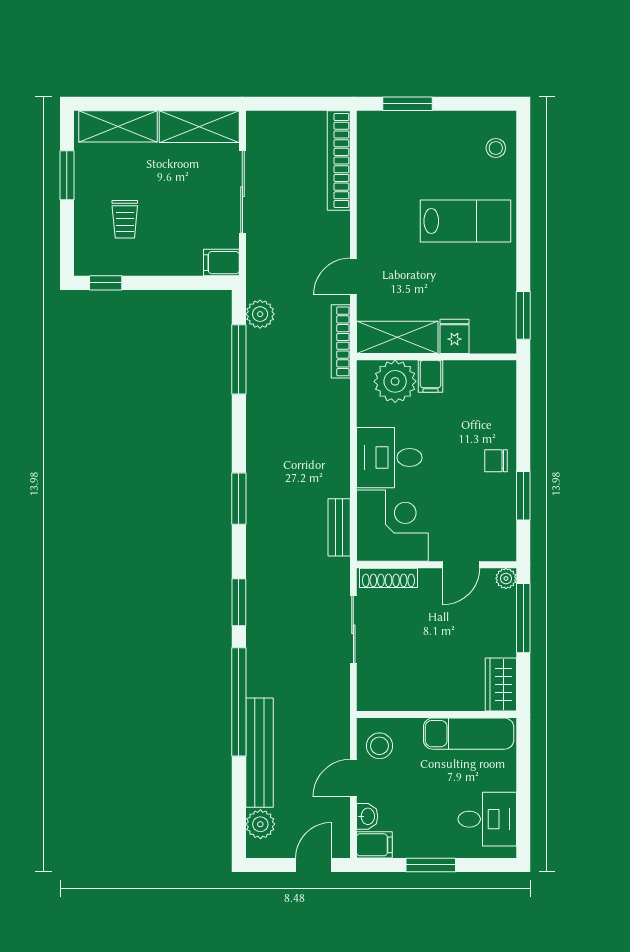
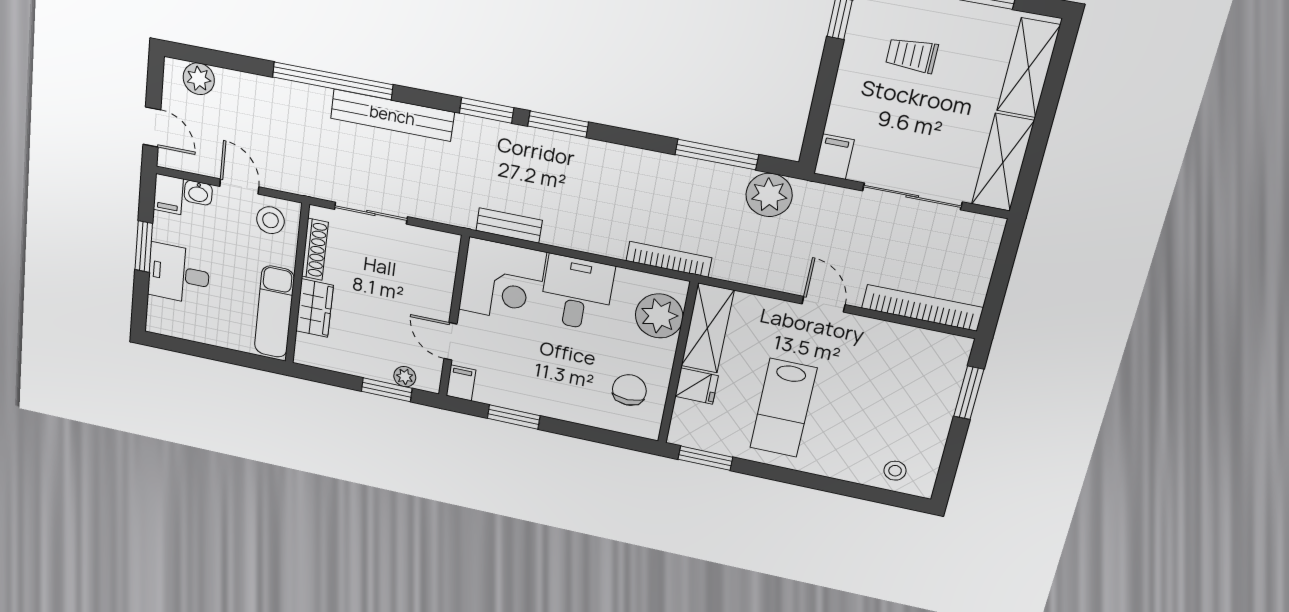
lab bench: (466, 221) -> (783, 408), moved
door: (353, 276) -> (824, 304), moved
plant: (260, 314) -> (769, 195), width x1.36, depth x1.36
bookcase: (341, 341) -> (669, 259), moved
filing cabinet: (431, 376) -> (461, 383), moved, turned 90
chair: (496, 461) -> (629, 390), moved, width x1.37, depth x1.37
shoe rack: (388, 578) -> (315, 249), moved, turned 180
plant: (506, 578) -> (405, 377), moved
window: (239, 602) -> (487, 110), moved
window: (523, 618) -> (387, 390), width x0.69
sliding door: (353, 629) -> (371, 213), moved
wardrobe: (501, 685) -> (314, 308), moved, turned 90
bench: (259, 753) -> (392, 115), moved
desk: (487, 819) -> (179, 274), moved, turned 90

